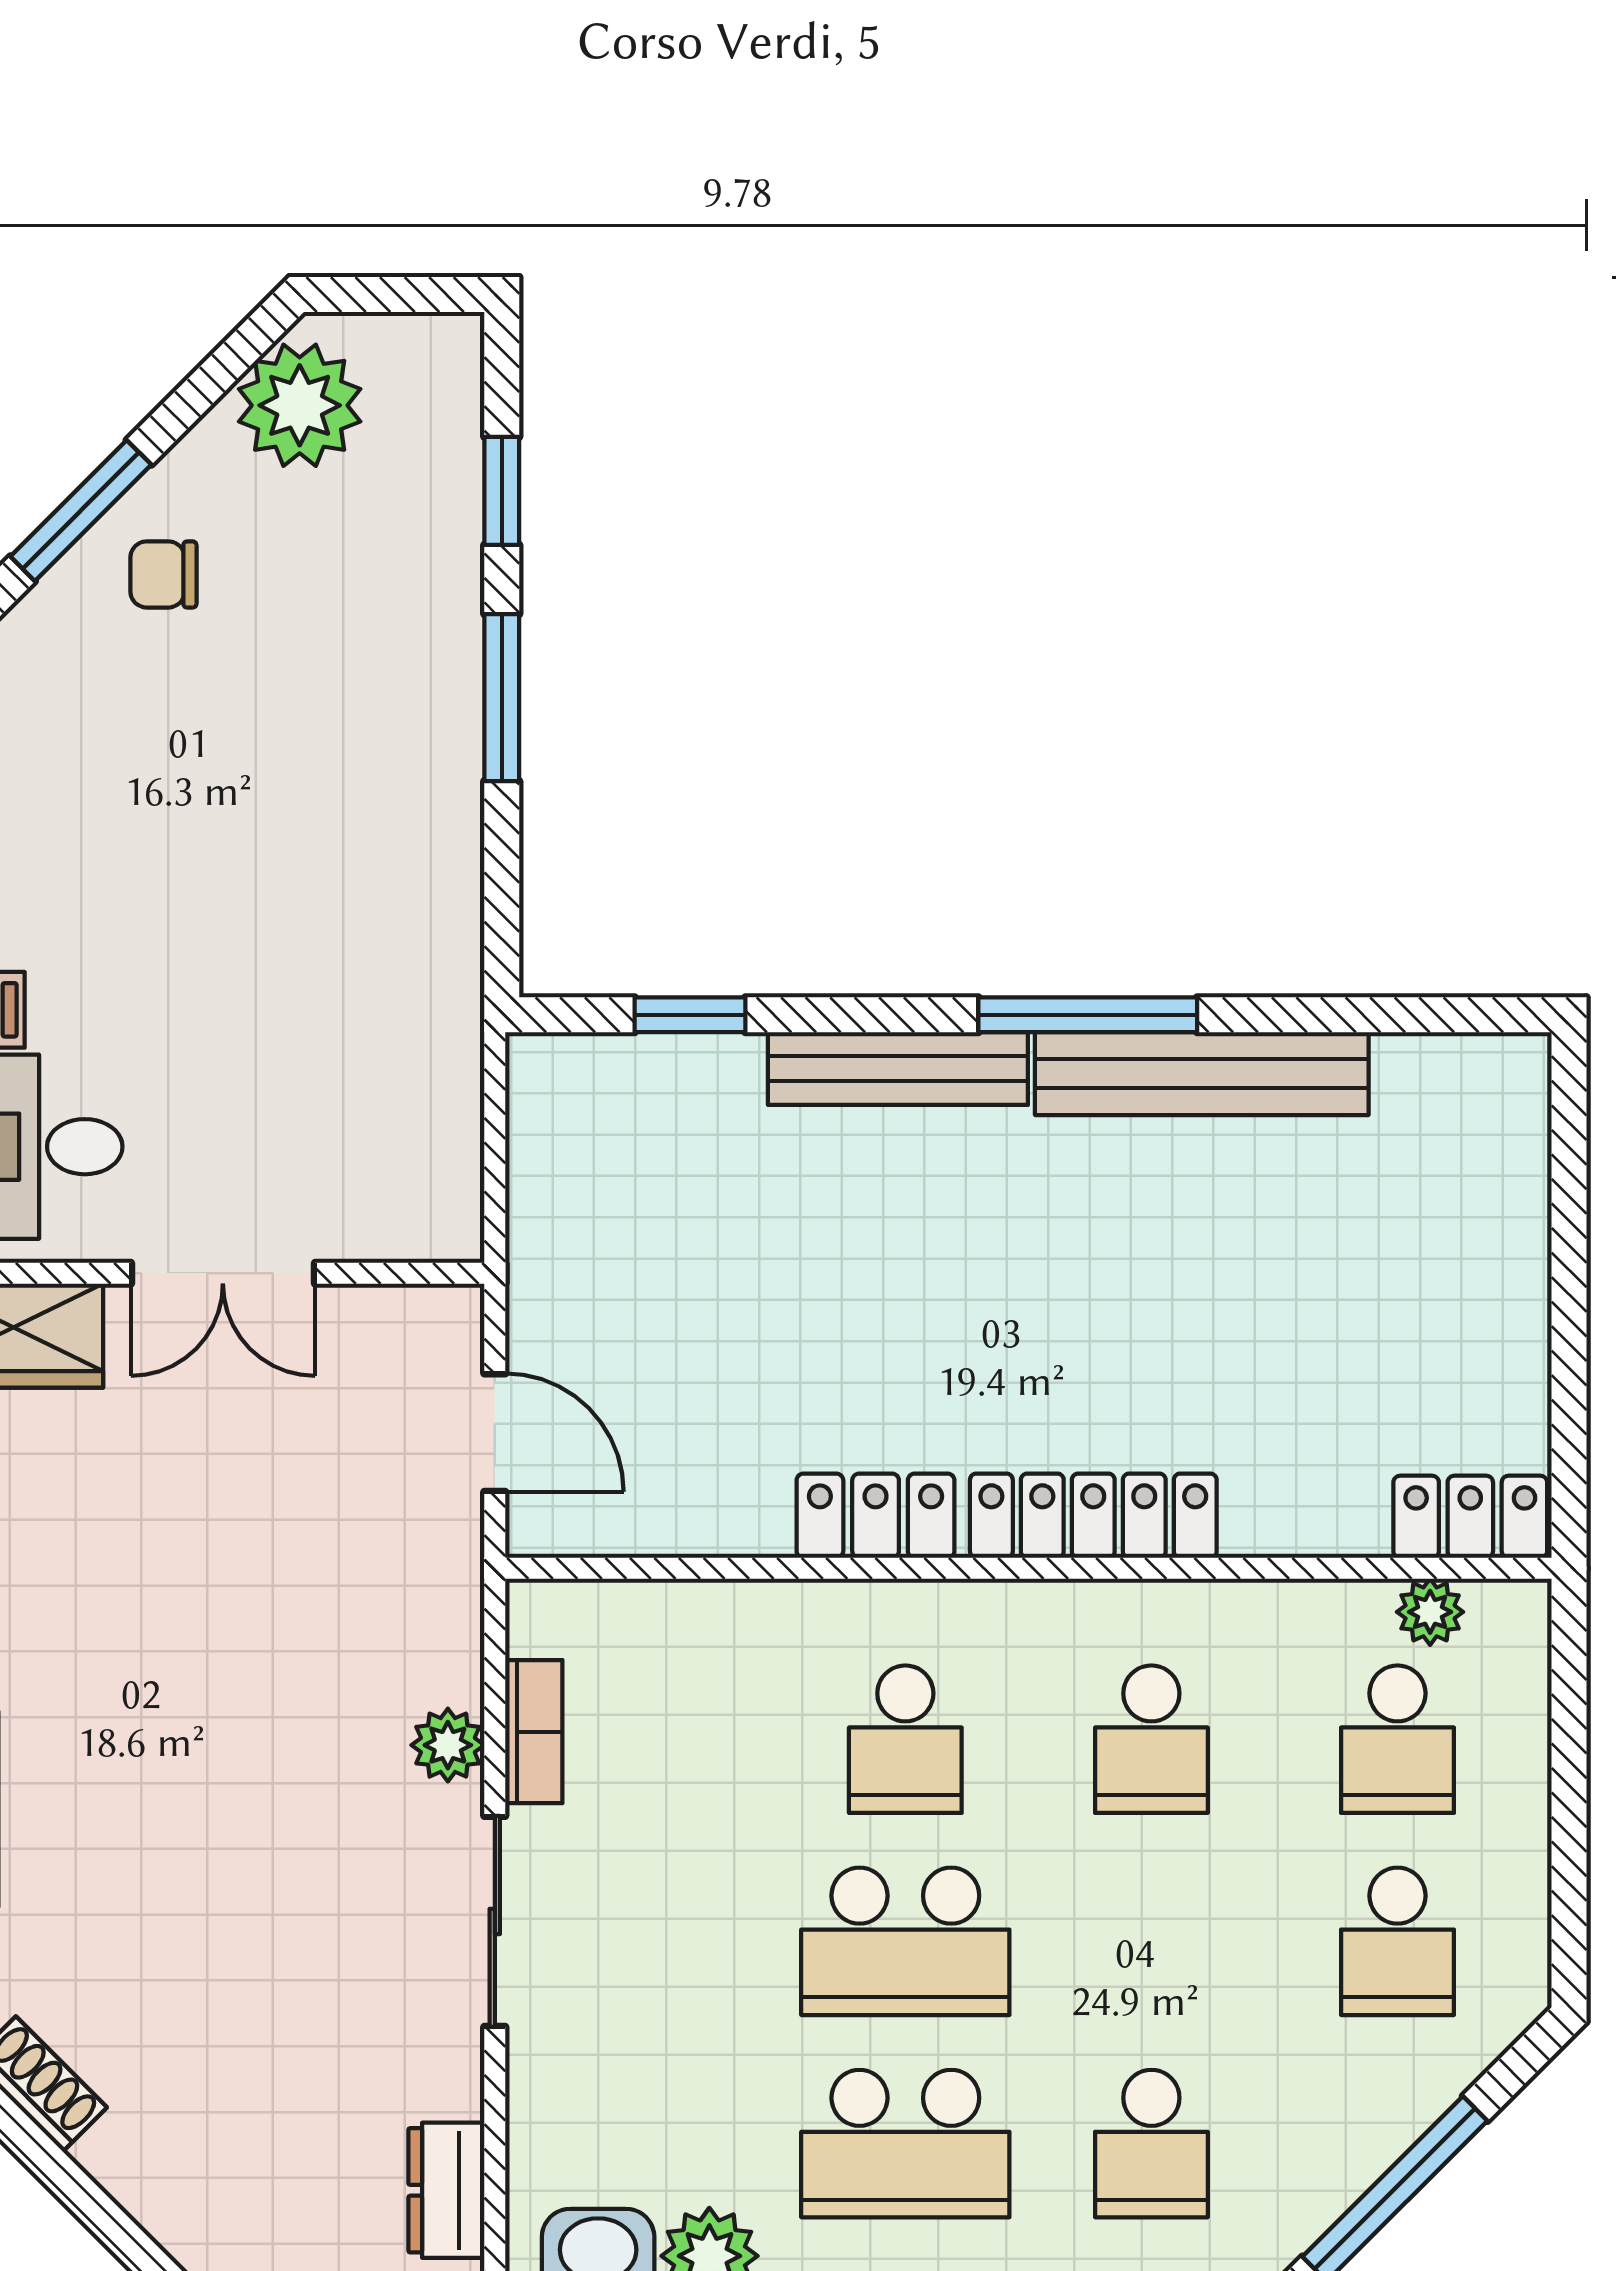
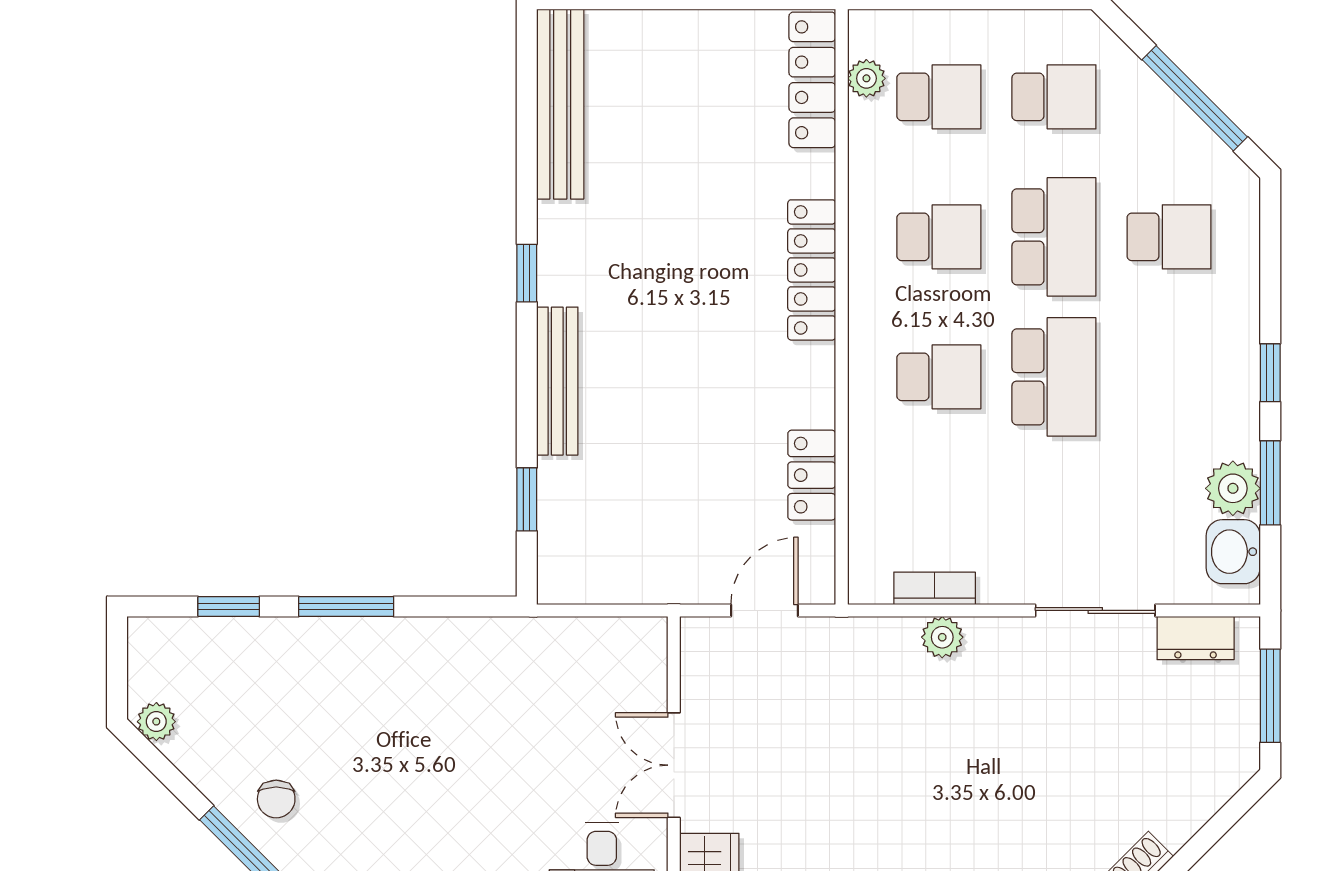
plant: (300, 405) -> (156, 722), width x0.53, depth x0.53
window: (1088, 1015) -> (527, 273), width x0.46
bench: (1202, 1074) -> (560, 104), moved
double door: (223, 1273) -> (674, 765), swing flipped
locker: (876, 1516) -> (812, 475), moved
locker: (1470, 1517) -> (812, 80), width x1.53
sliding door: (495, 1921) -> (1095, 610), moved
school desk: (905, 2144) -> (1054, 237), moved

